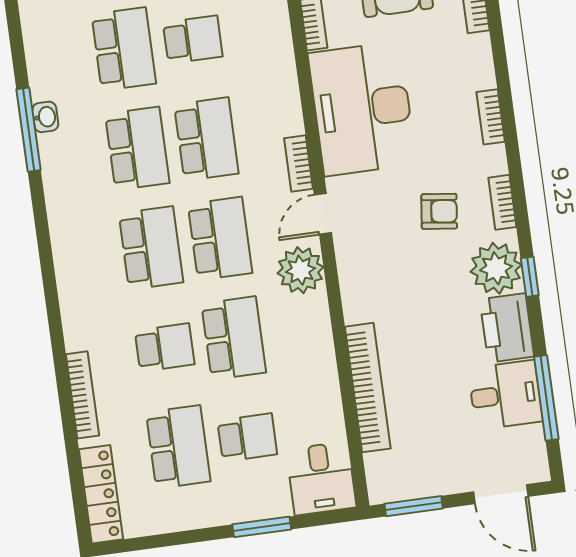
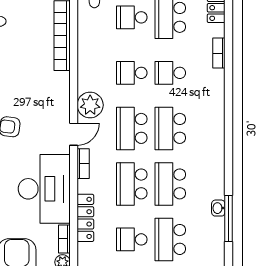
locker: (281, 67) -> (85, 218), added
window: (29, 130) -> (228, 219), moved
school desk: (234, 338) -> (132, 73), width x0.54
bookcase: (82, 395) -> (219, 53), width x0.64

